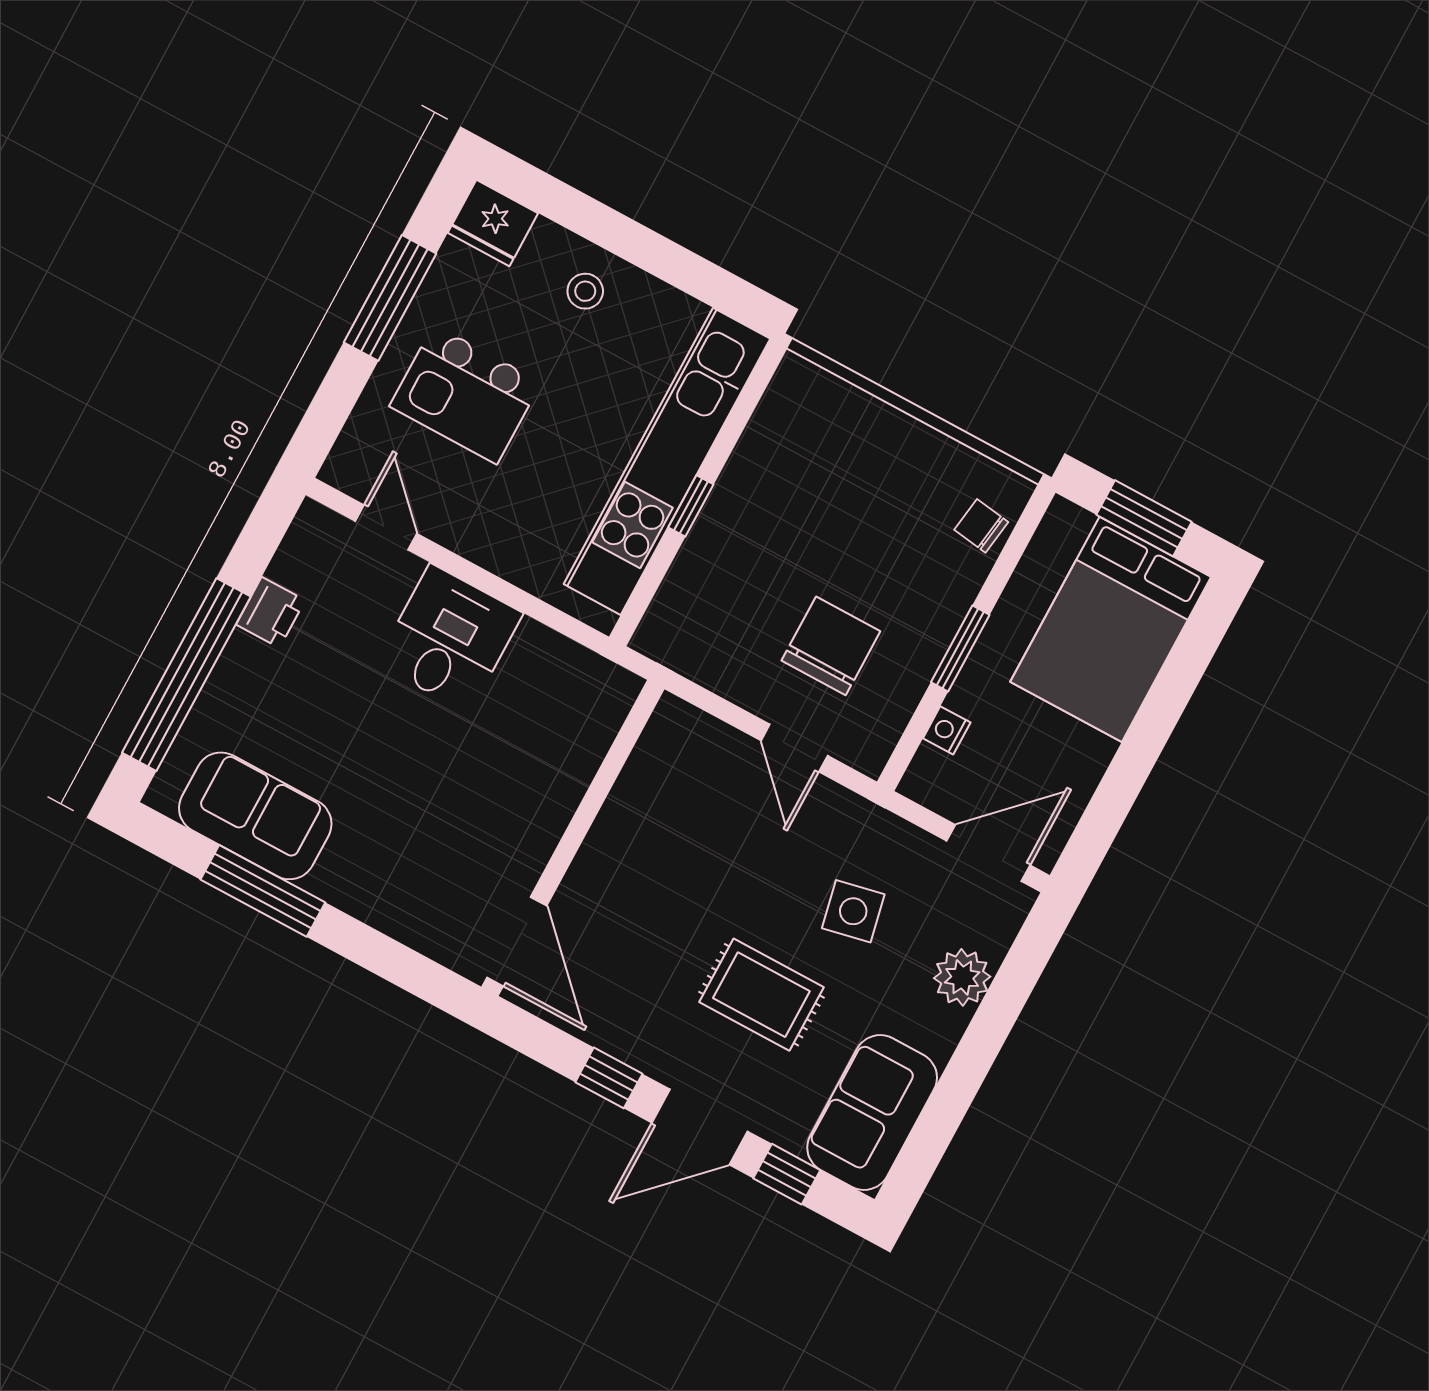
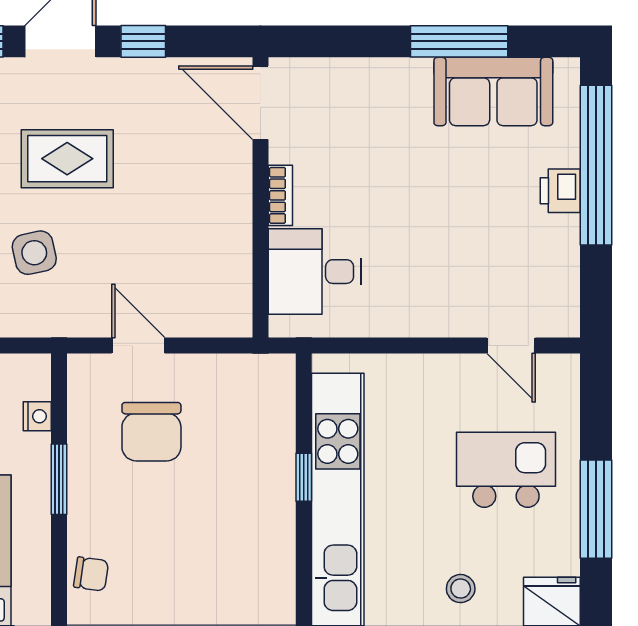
printer: (271, 612) -> (560, 191), moved
desk: (450, 638) -> (315, 272), moved, turned 90
bookcase: (550, 828) -> (280, 195), added

